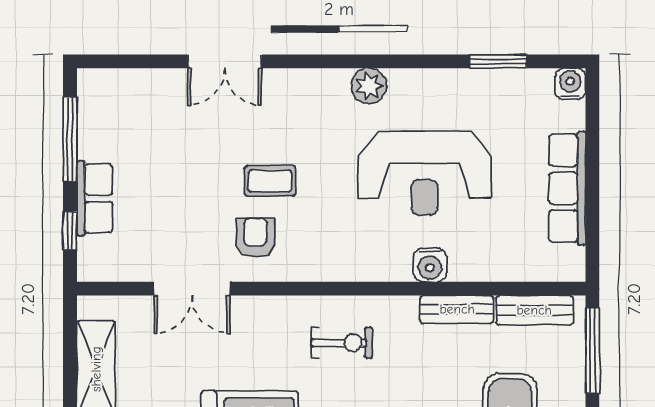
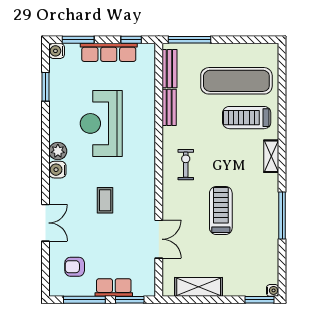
window: (592, 127) -> (78, 40), added
reception desk: (424, 173) -> (101, 123), turned 180
window: (70, 231) -> (130, 300), width x1.50
window: (592, 233) -> (131, 40), added
armchair: (255, 237) -> (75, 267), moved
water cooler: (430, 265) -> (57, 170), moved, turned 180

